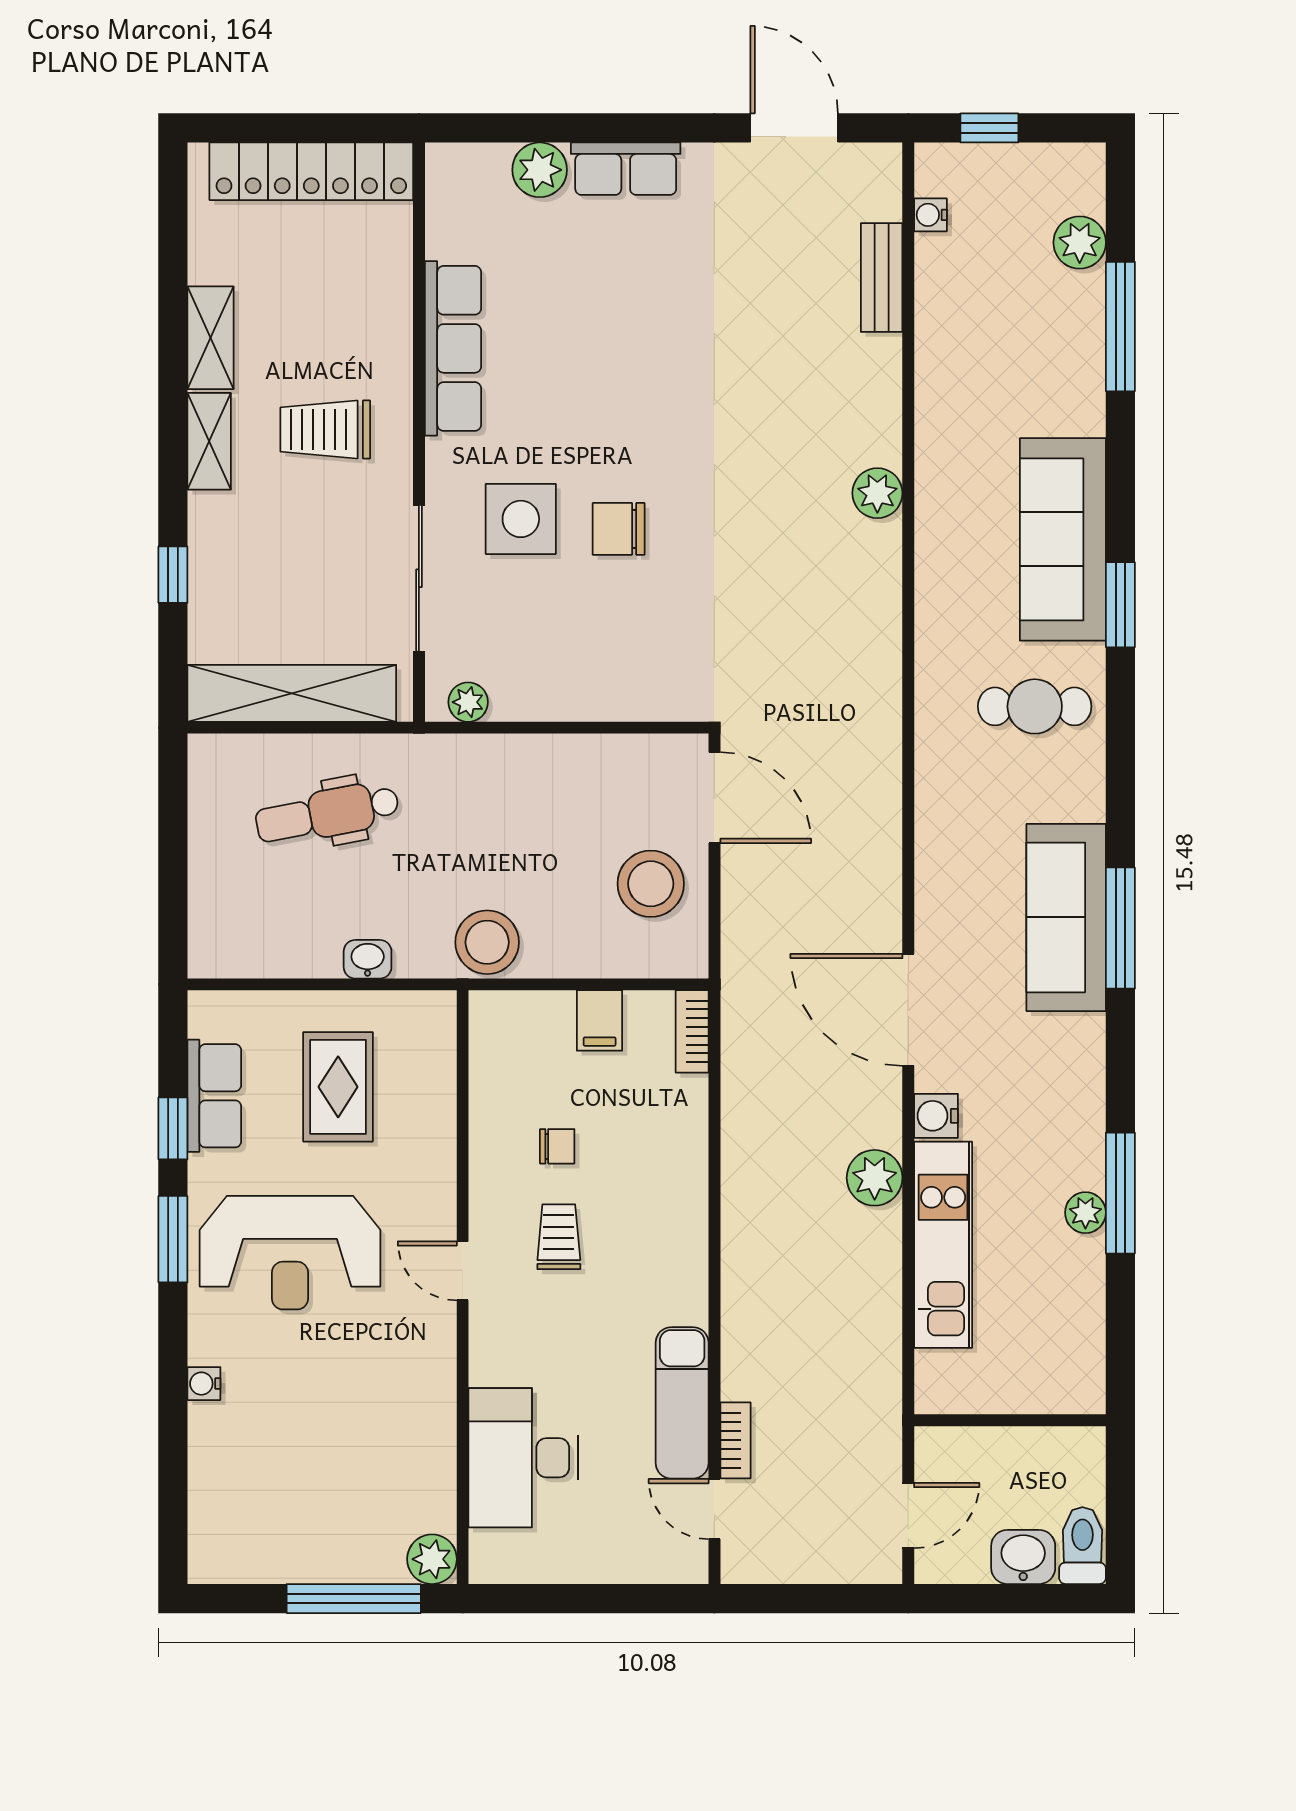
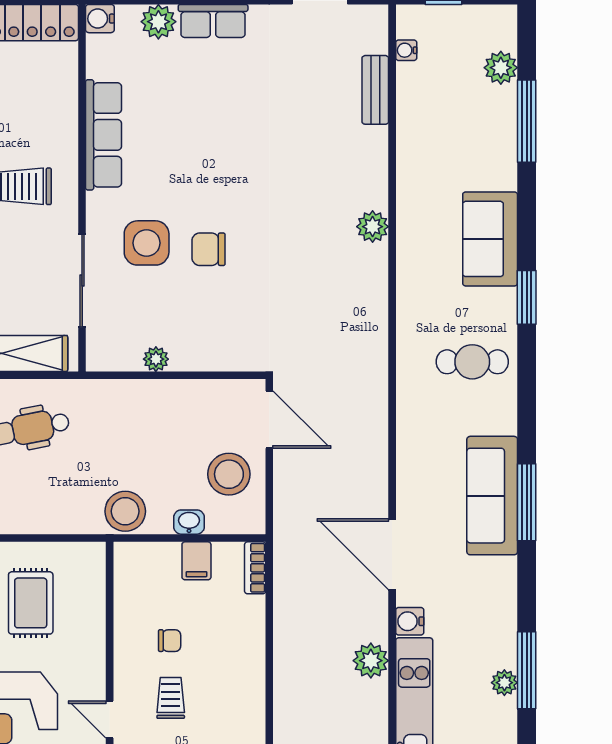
water cooler: (447, 165) -> (100, 19), added
sofa: (1063, 539) -> (490, 239), width x0.73
plant: (468, 702) -> (156, 359), moved
washbasin: (368, 959) -> (189, 522), moved

